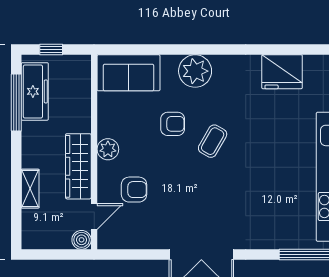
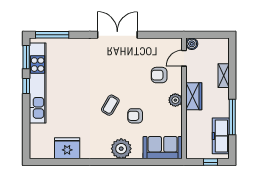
window: (16, 103) -> (232, 117), moved
wardrobe: (78, 166) -> (194, 96), width x0.67

